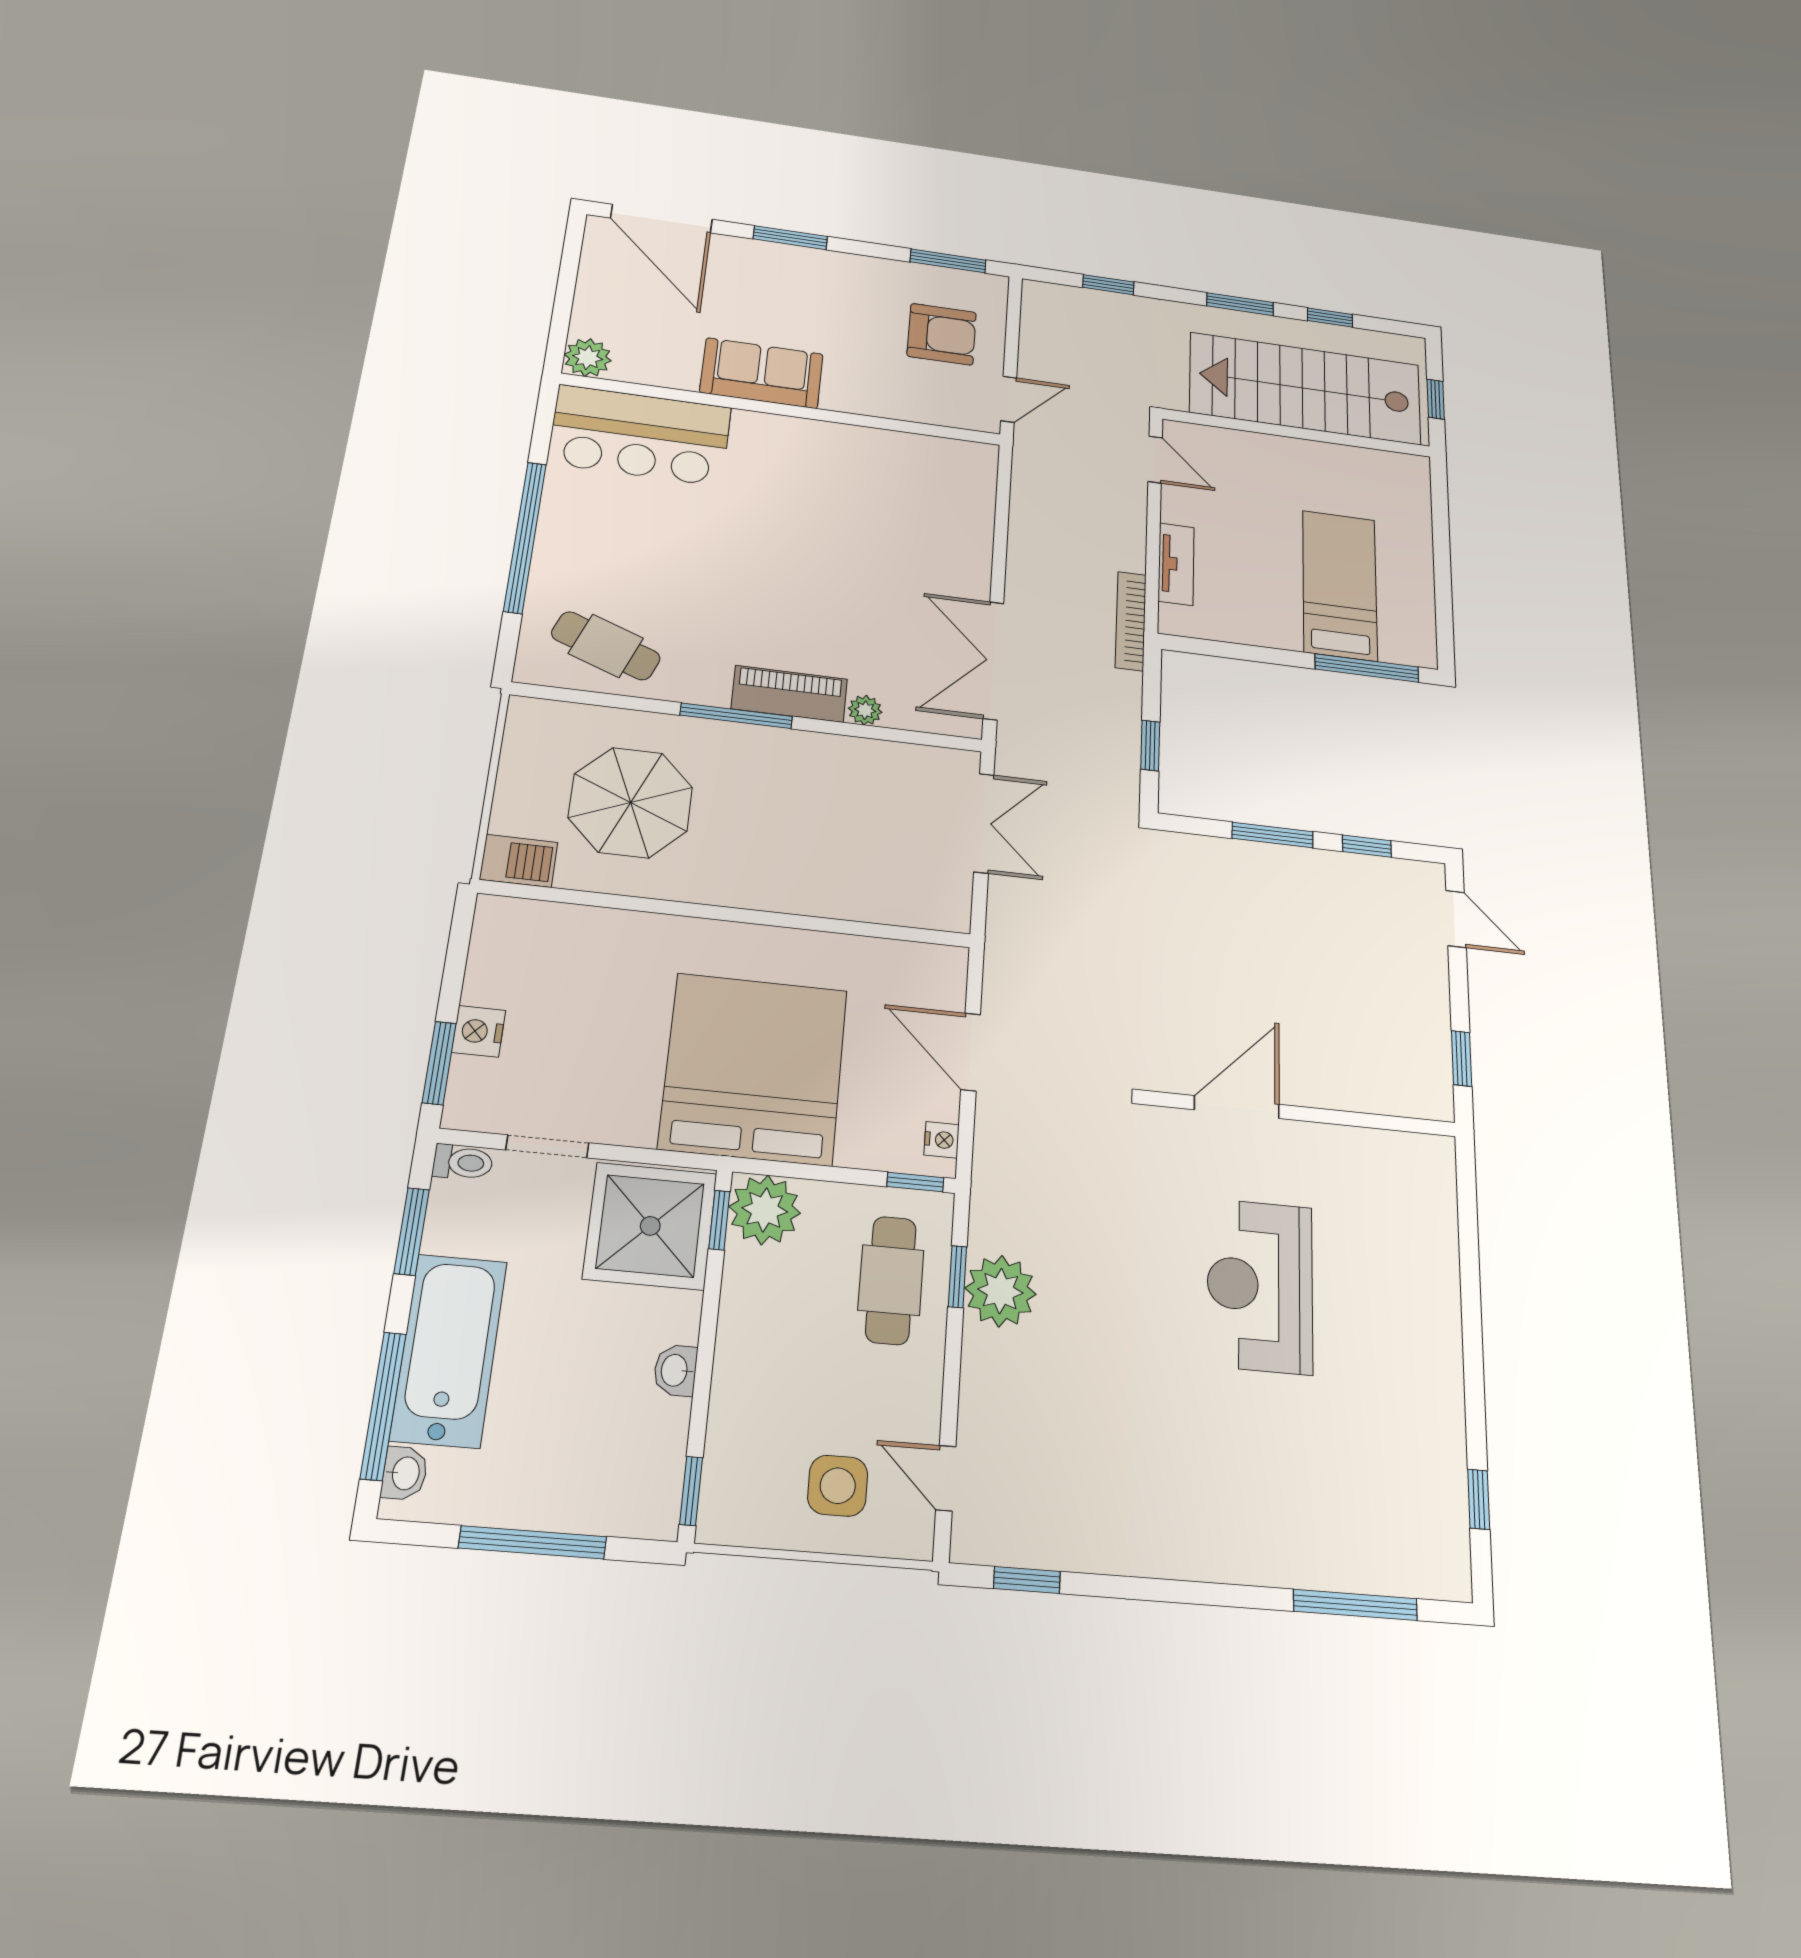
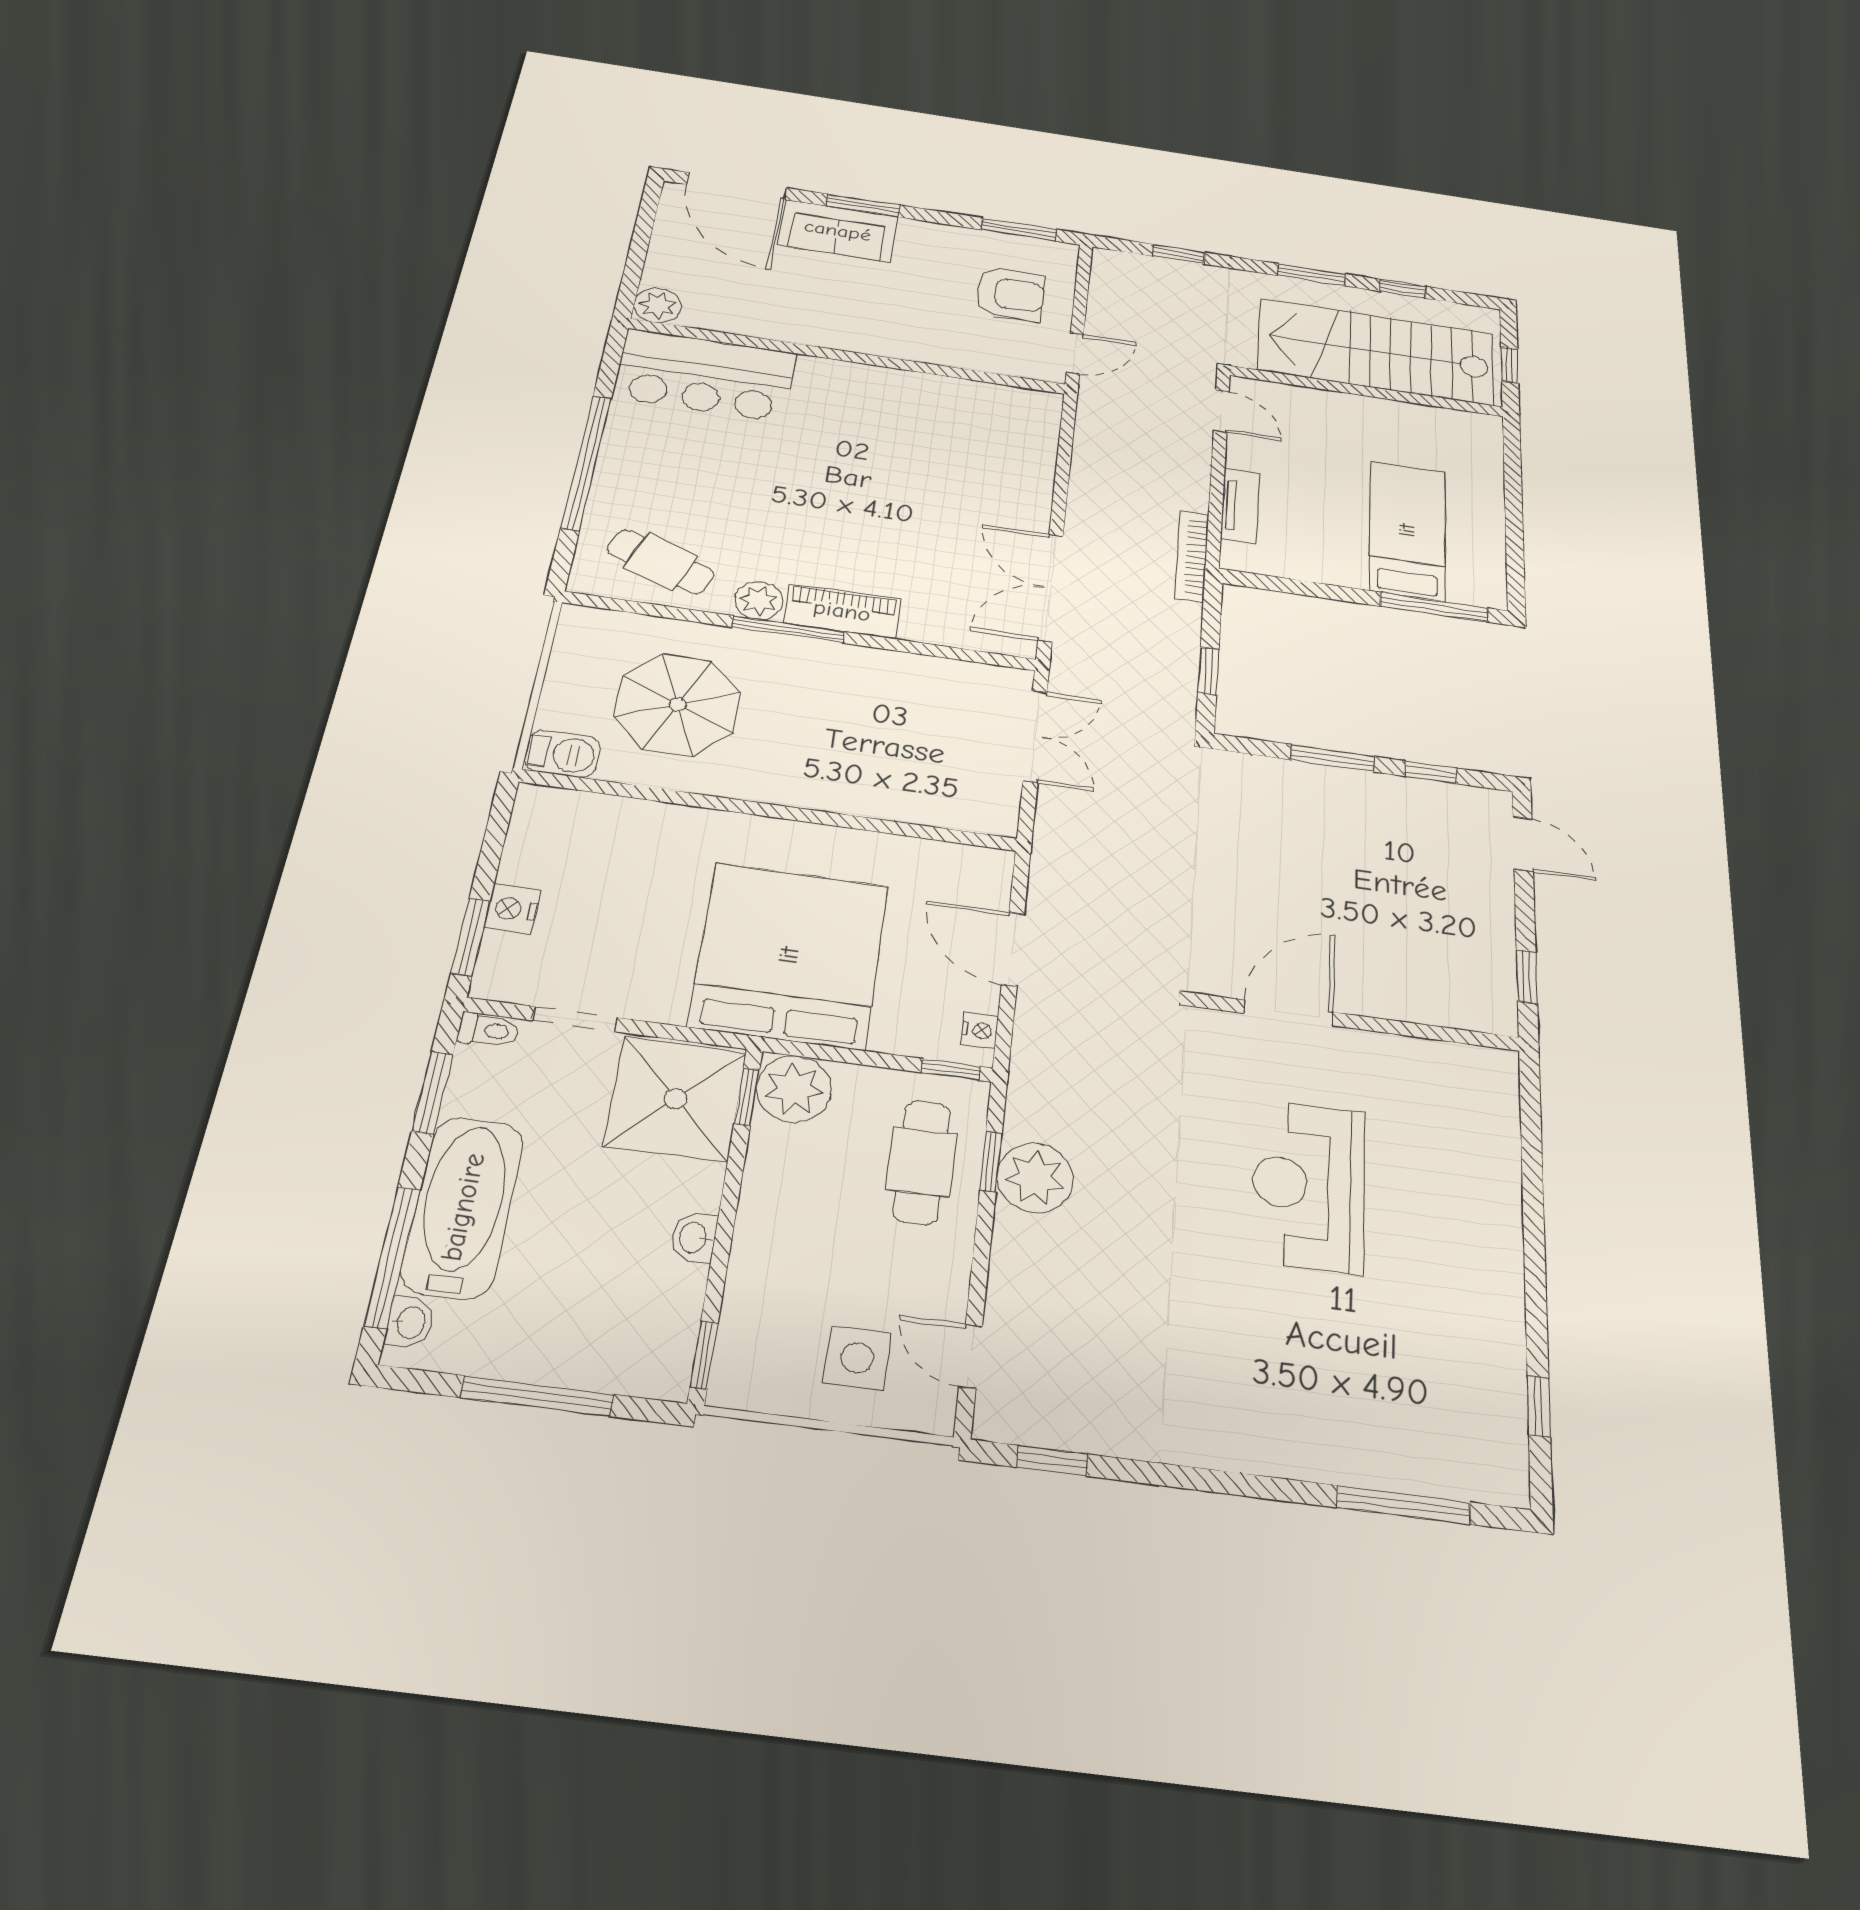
sofa: (762, 373) -> (838, 231), moved, turned 180
plant: (865, 710) -> (759, 600), moved, width x1.38, depth x1.38

